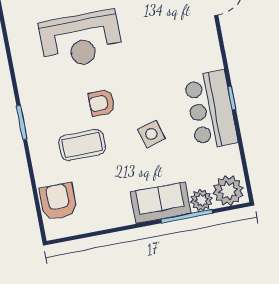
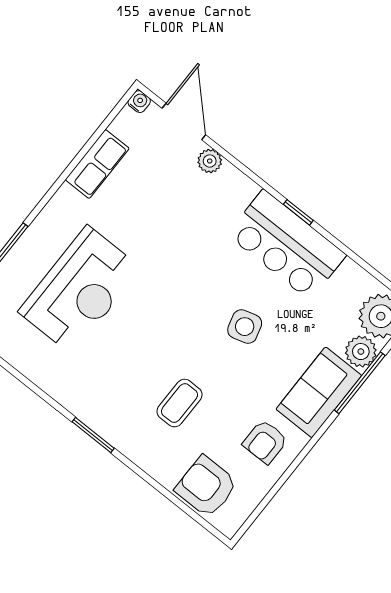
plant: (208, 31) -> (210, 161), added
armchair: (102, 103) -> (265, 442), moved
coffee table: (82, 145) -> (180, 403), width x0.73, depth x0.77

